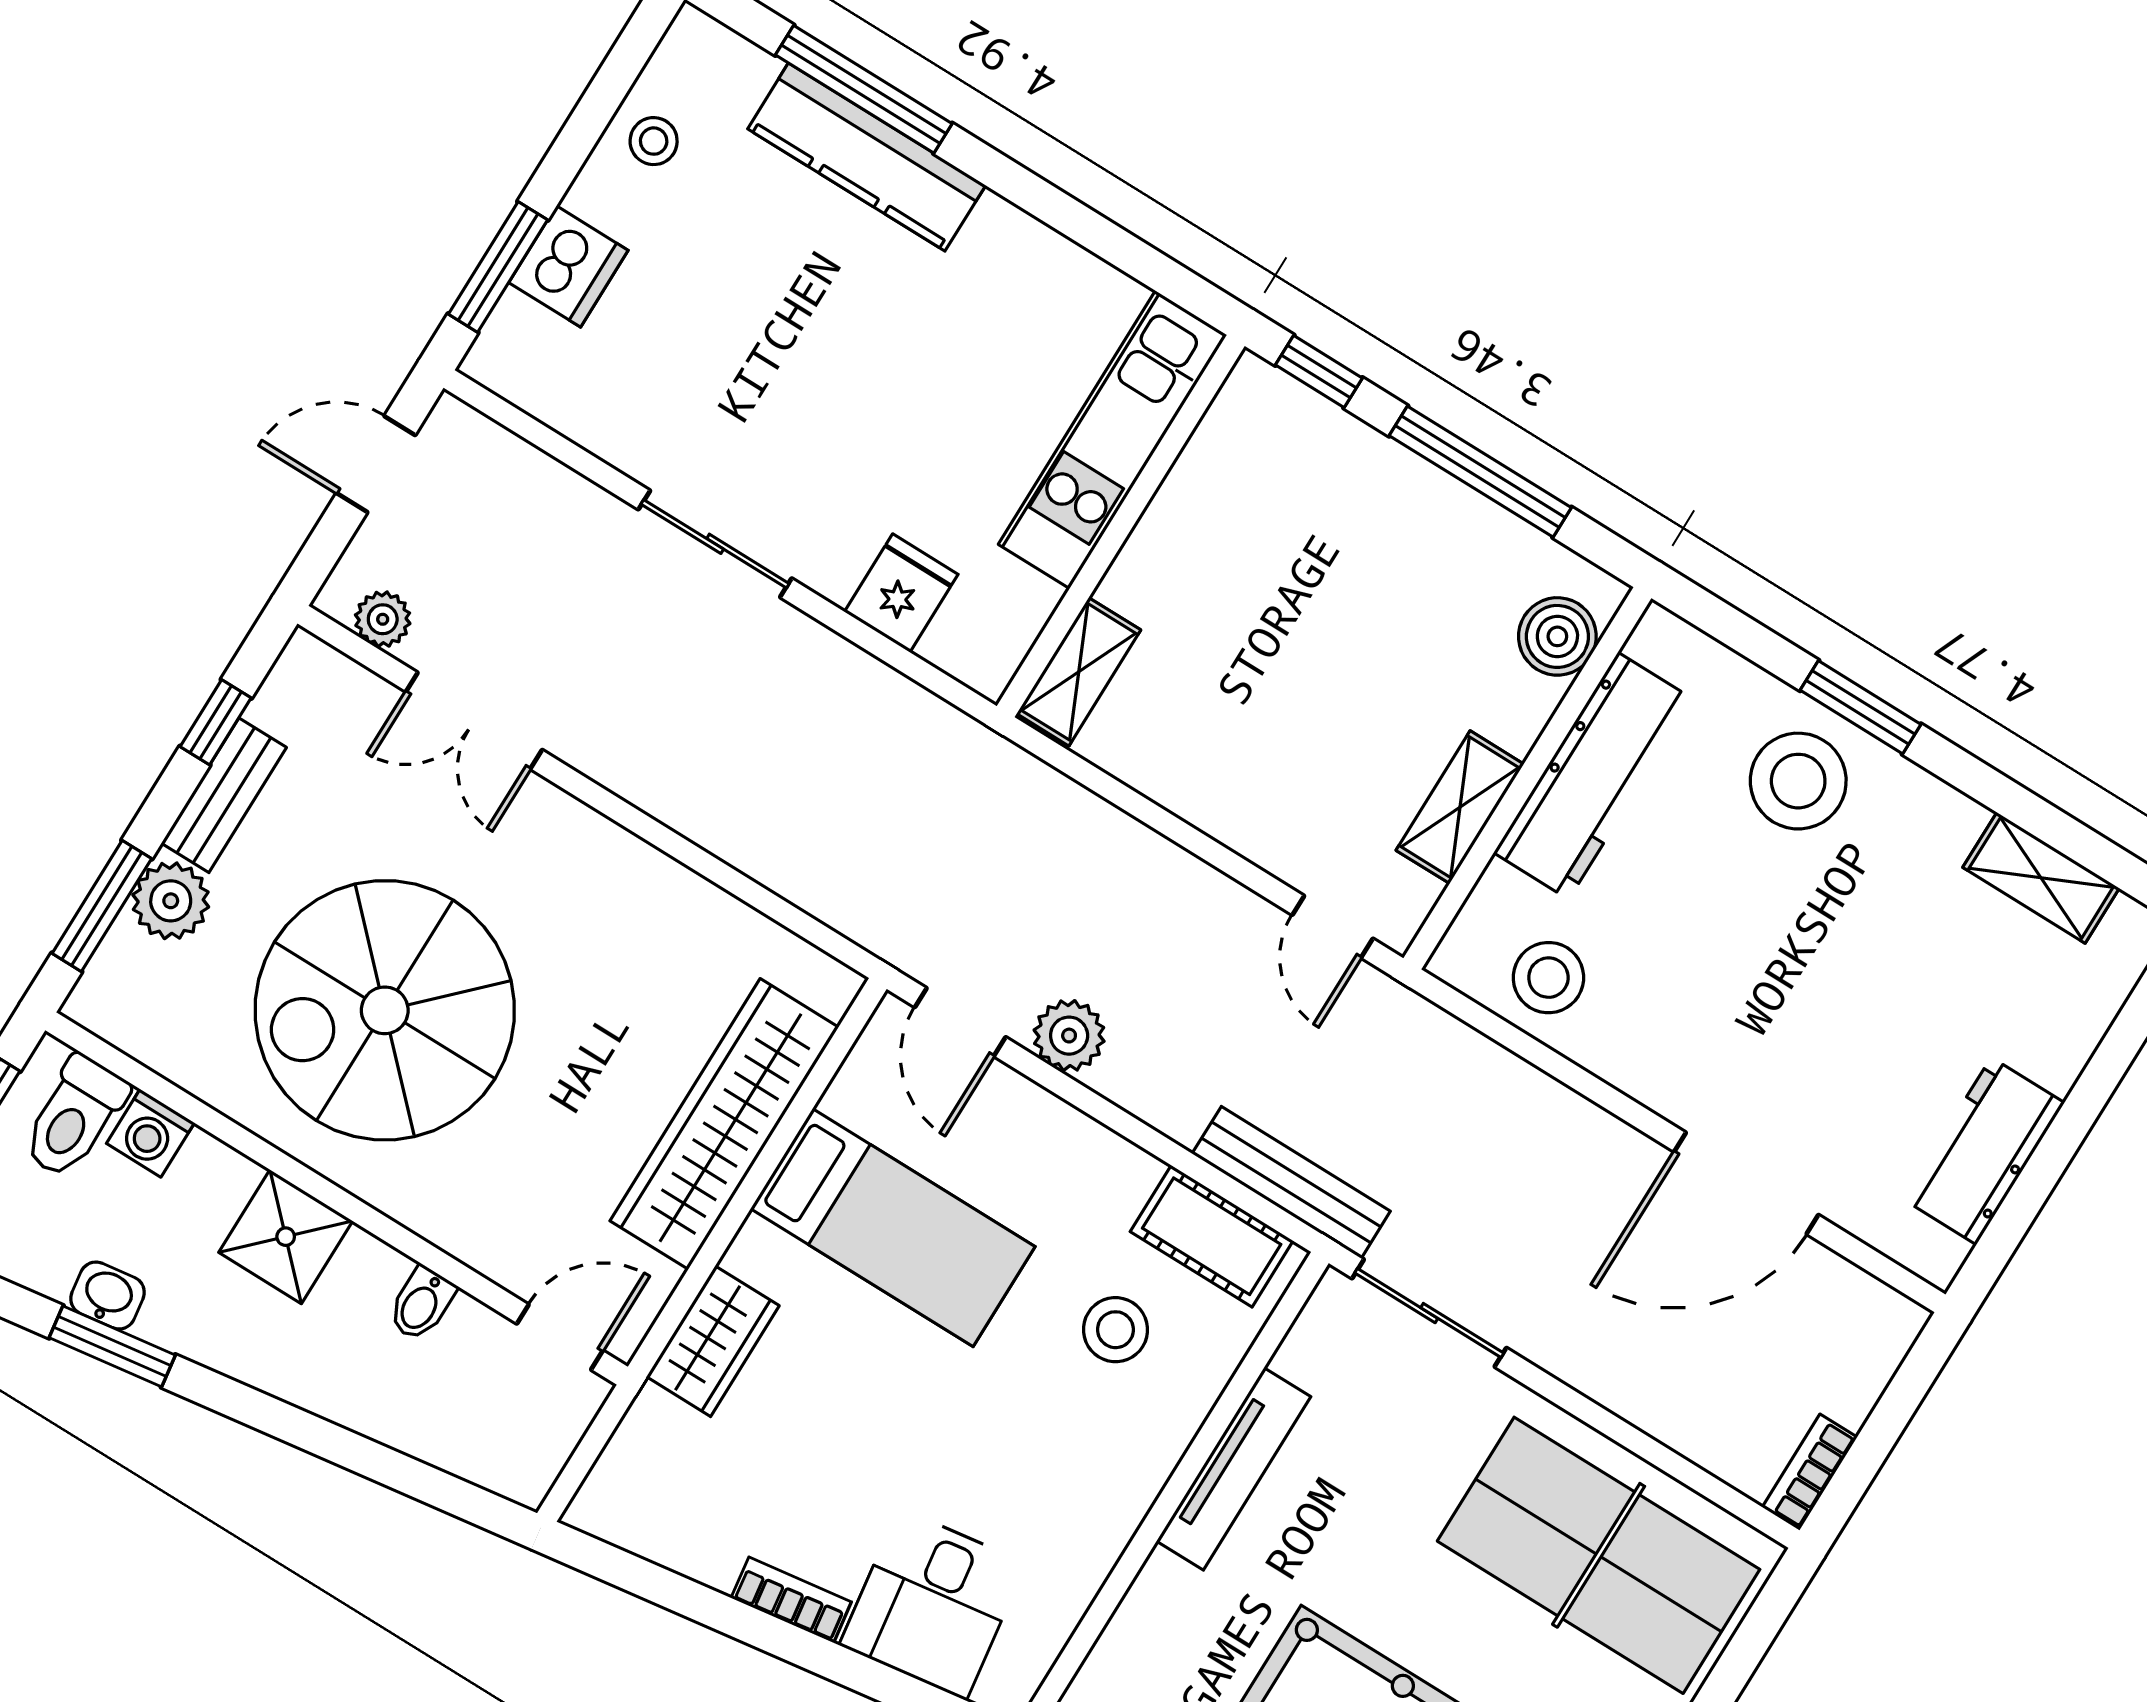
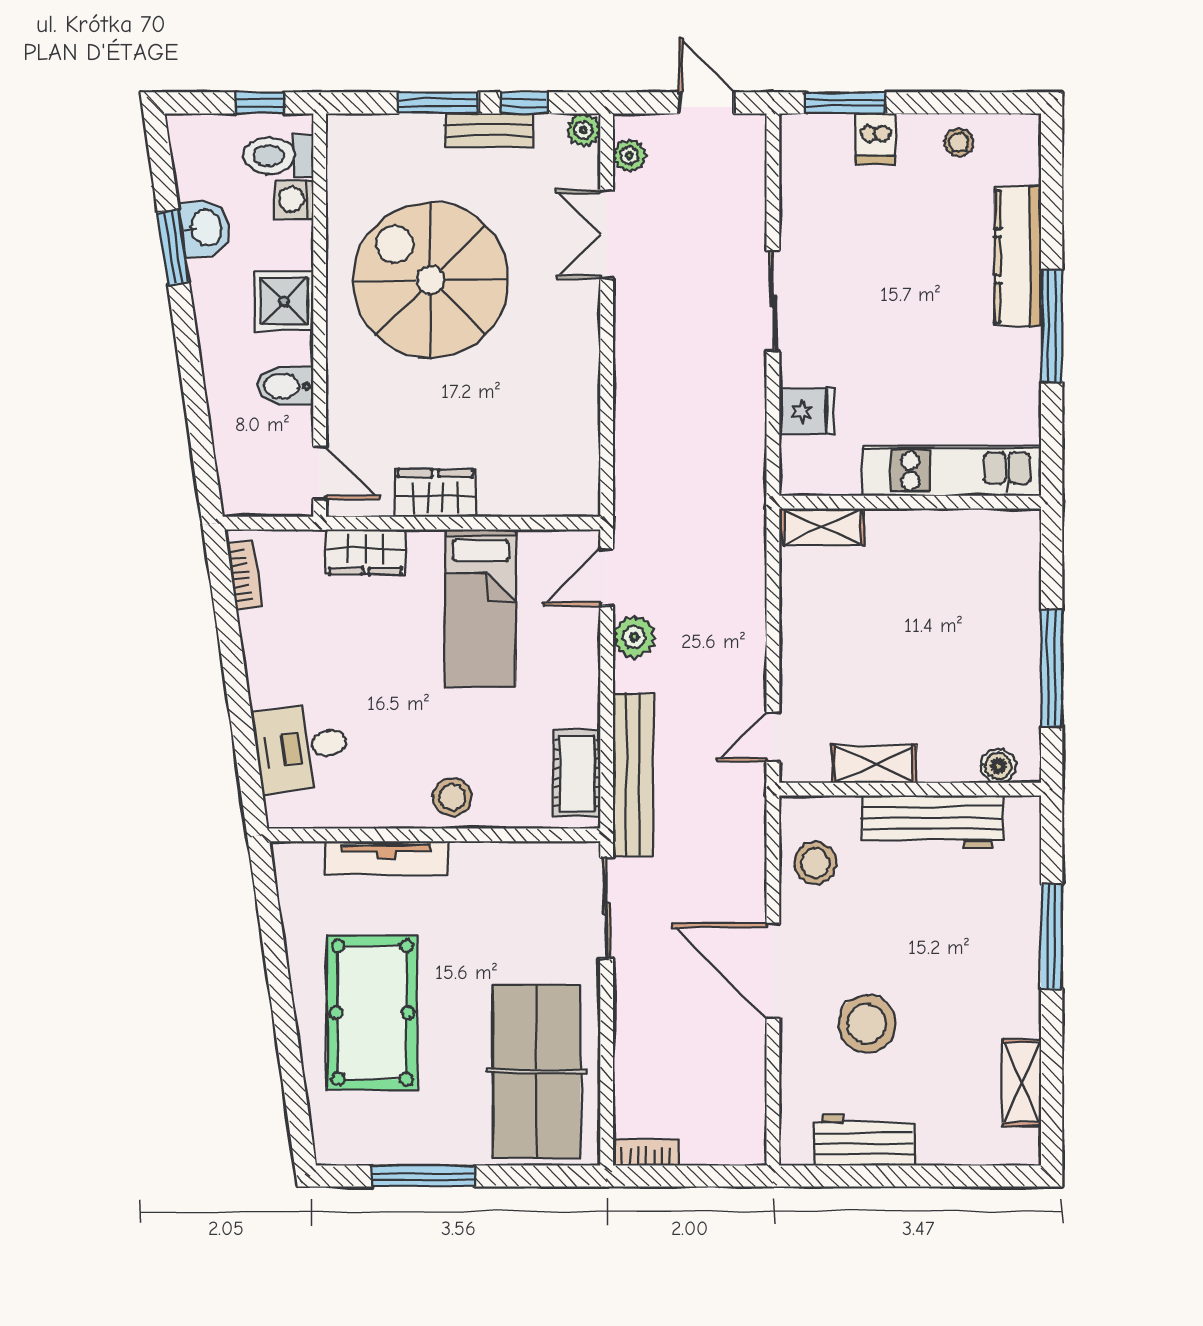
window: (864, 89) -> (1052, 326), moved
dishwasher: (568, 266) -> (875, 139), width x0.73
window: (1319, 371) -> (1052, 554), removed
boiler: (1557, 636) -> (998, 766), width x0.73, depth x0.73
window: (1860, 707) -> (1052, 937), width x1.44
stool: (1798, 781) -> (867, 1024), moved
plant: (171, 901) -> (583, 130), moved, width x0.73, depth x0.73
window: (102, 906) -> (438, 103), moved
wardrobe: (724, 1124) -> (435, 493), width x0.48, depth x0.85
bench: (1291, 1182) -> (633, 775), width x1.37, depth x1.21
door: (1746, 1183) -> (773, 971), moved
washbasin: (108, 1296) -> (205, 228), width x1.38, depth x1.45
bidet: (422, 1304) -> (285, 386), width x1.38, depth x1.36
stool: (1115, 1330) -> (452, 797), moved
tv unit: (1234, 1469) -> (386, 858), moved
bookcase: (791, 1600) -> (244, 575), moved

